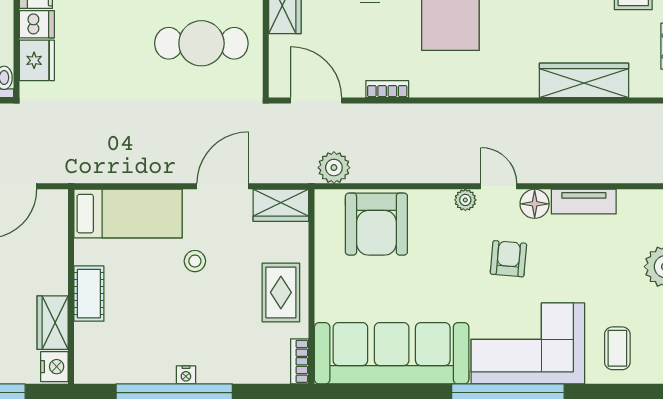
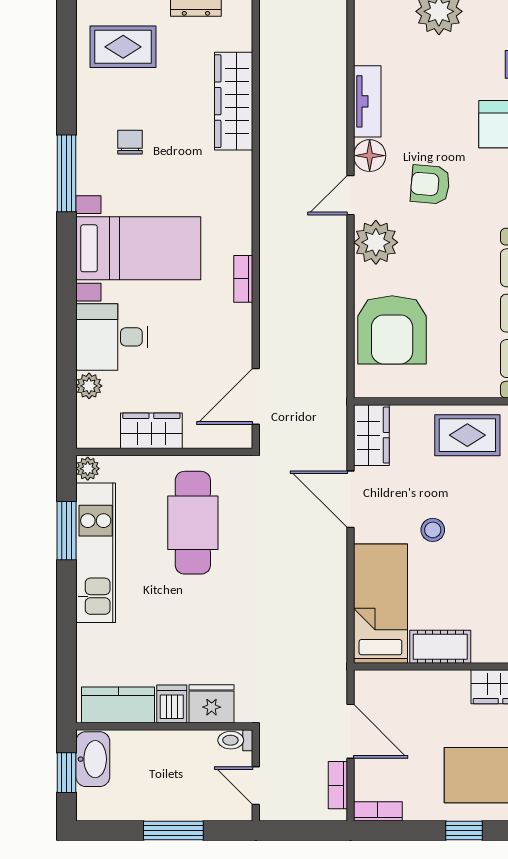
bookcase: (387, 89) -> (243, 279), moved
plant: (334, 168) -> (330, 377), removed
plant: (465, 200) -> (376, 242), width x1.88, depth x1.88
armchair: (376, 224) -> (392, 330), turned 90
cot: (89, 294) -> (440, 647), moved

